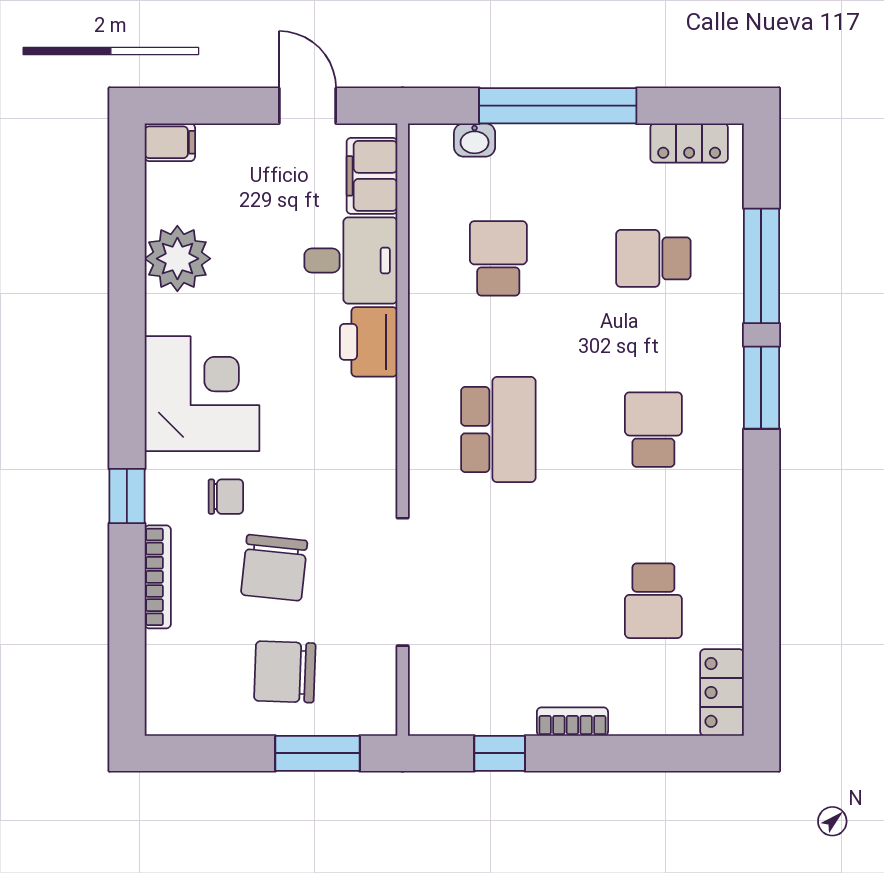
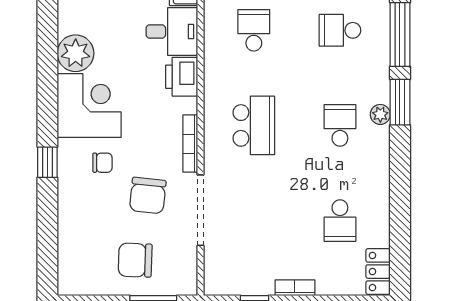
plant: (177, 259) -> (76, 53), moved
plant: (726, 410) -> (380, 114), added
chair: (274, 568) -> (148, 196), moved
bookcase: (158, 577) -> (190, 144), moved, turned 180

